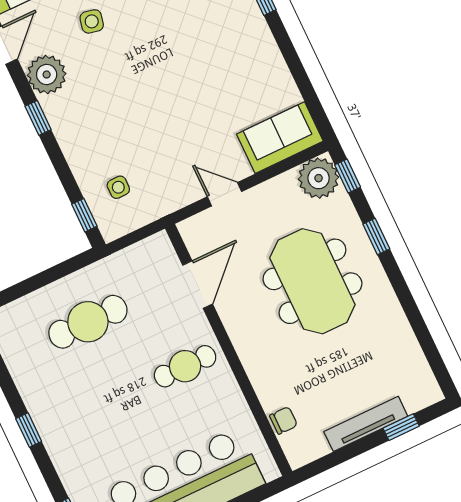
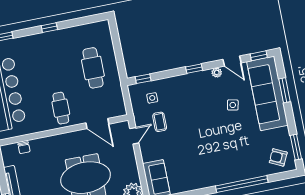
plant: (47, 75) -> (217, 73), width x0.53, depth x0.53
coffee table: (163, 160) -> (160, 122), added
door: (225, 194) -> (134, 136), moved

